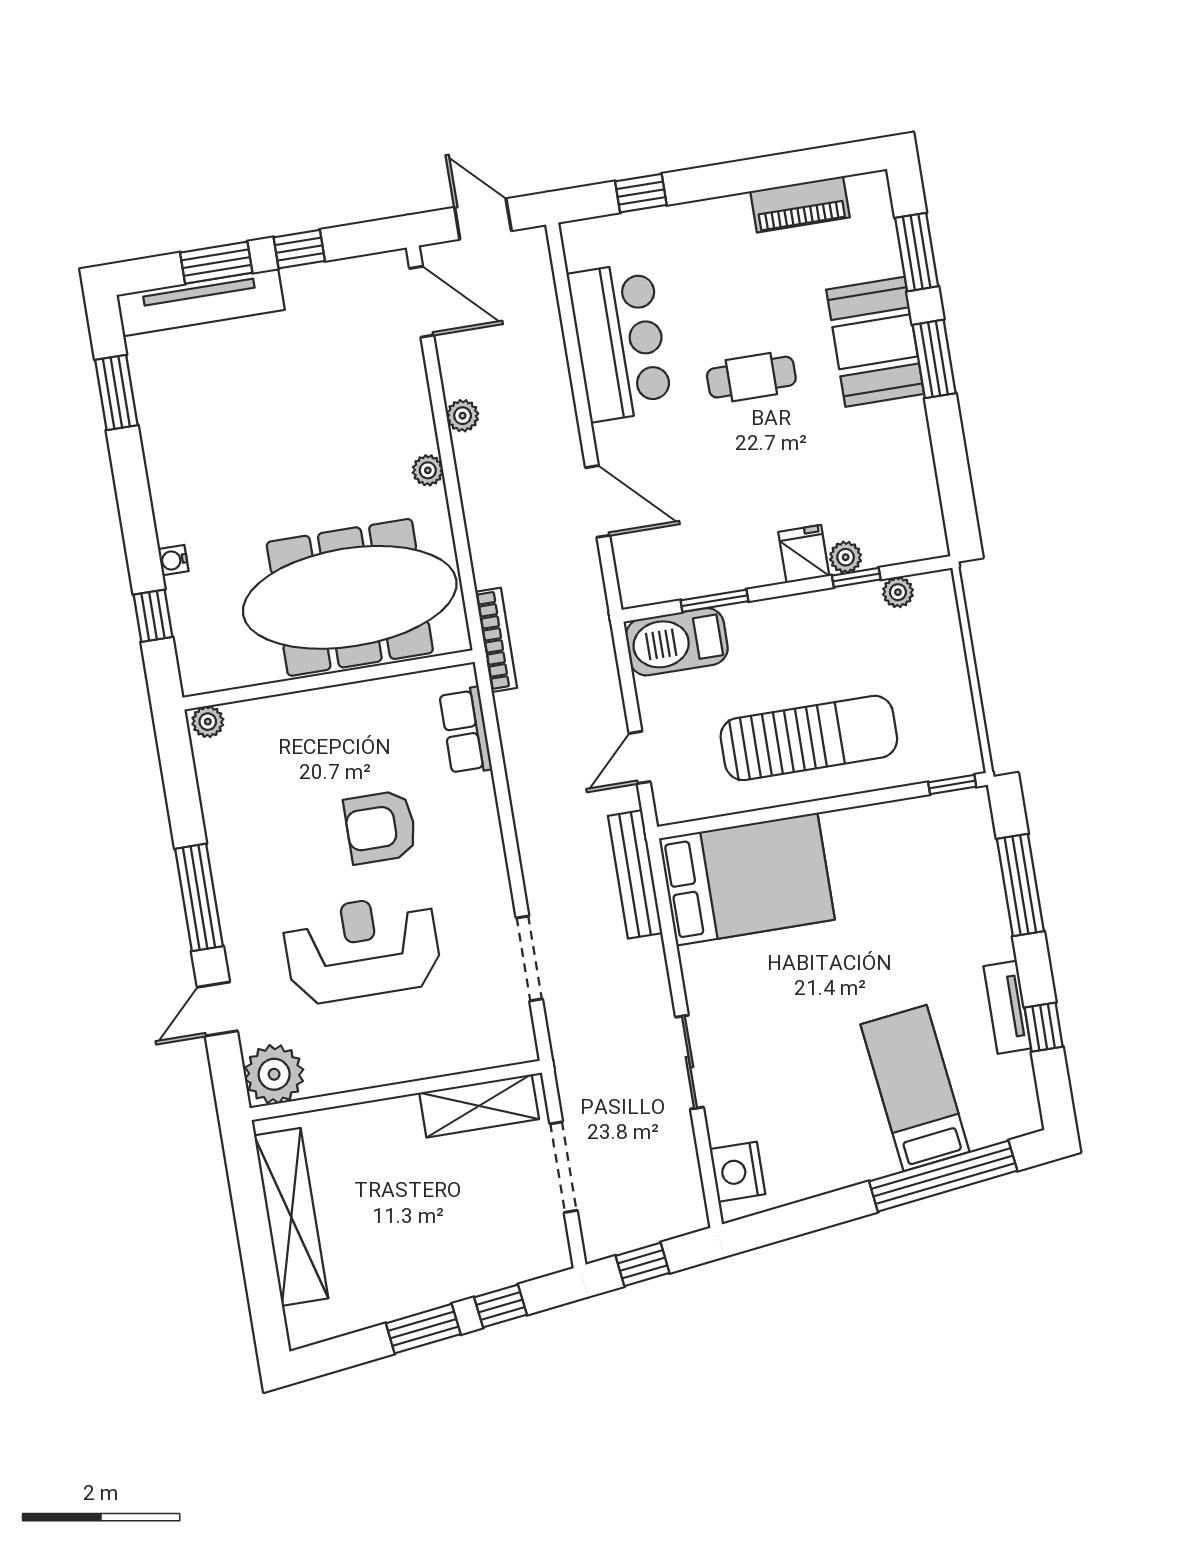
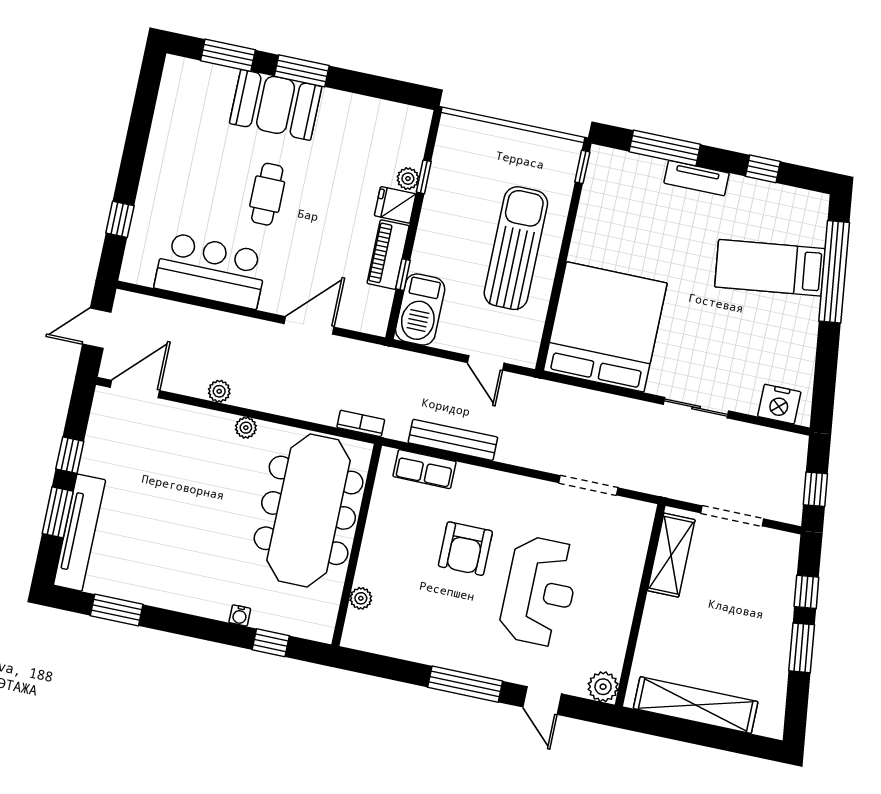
piano: (800, 204) -> (388, 255), moved, turned 180
plant: (898, 592) -> (444, 153), removed
window: (714, 601) -> (403, 275), width x0.67
bookcase: (496, 640) -> (361, 423), width x0.64
plant: (208, 722) -> (361, 598), moved
bench: (635, 874) -> (453, 440), moved
bed: (747, 879) -> (605, 327), width x1.36
reception desk: (362, 949) -> (540, 591), turned 180
tv unit: (1007, 1007) -> (697, 178), moved
plant: (274, 1074) -> (603, 687), width x0.73, depth x0.73

